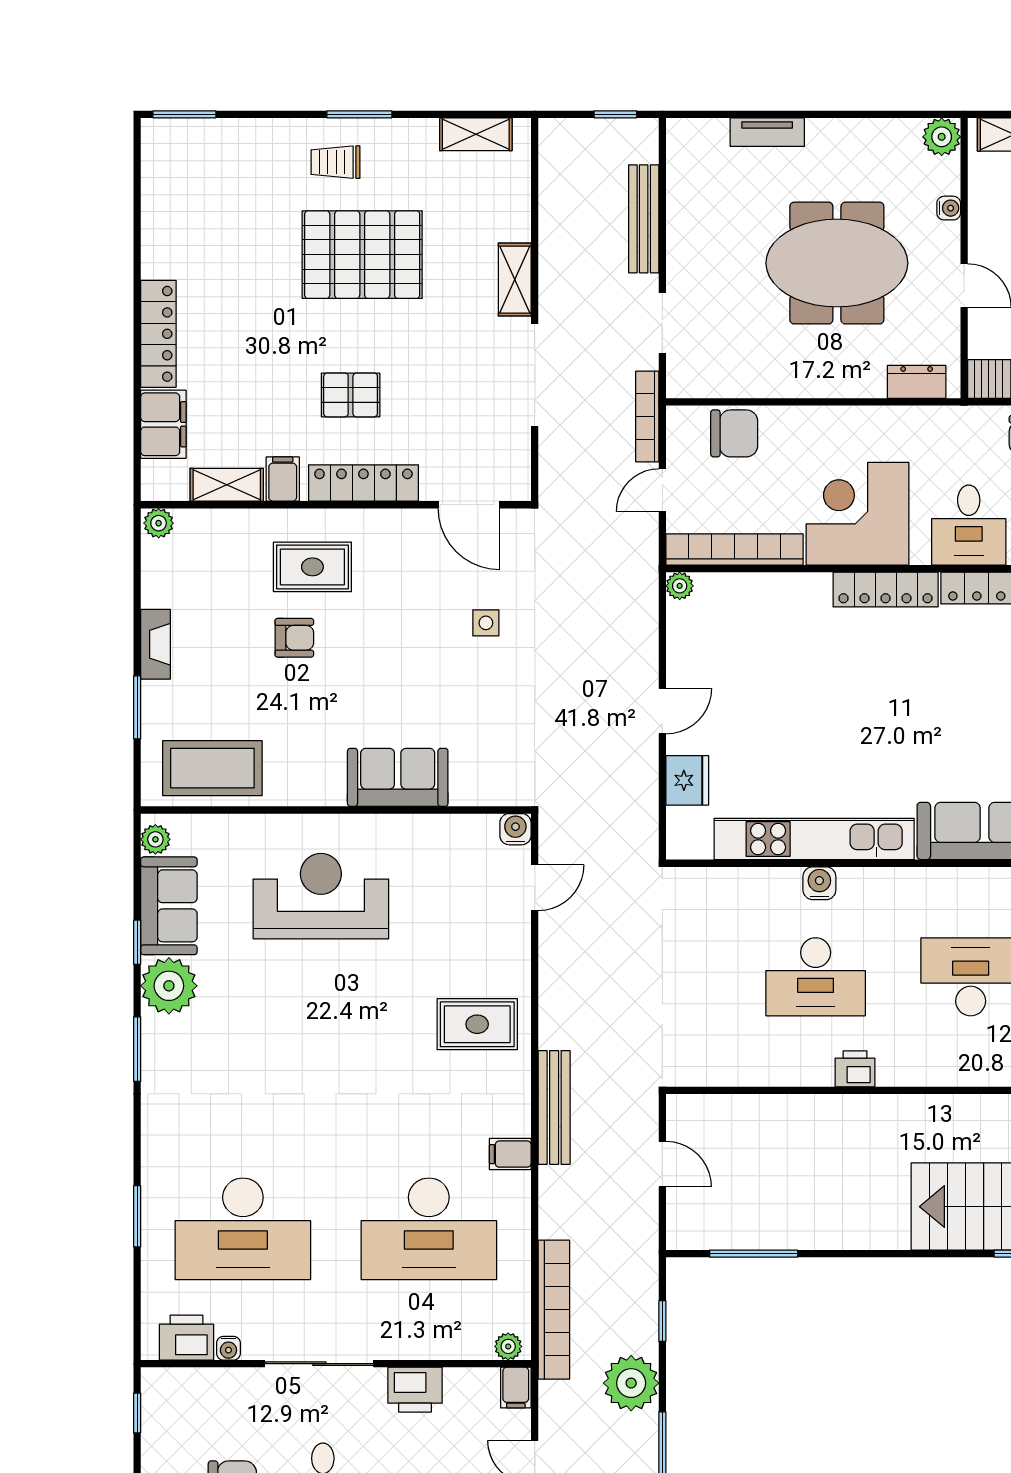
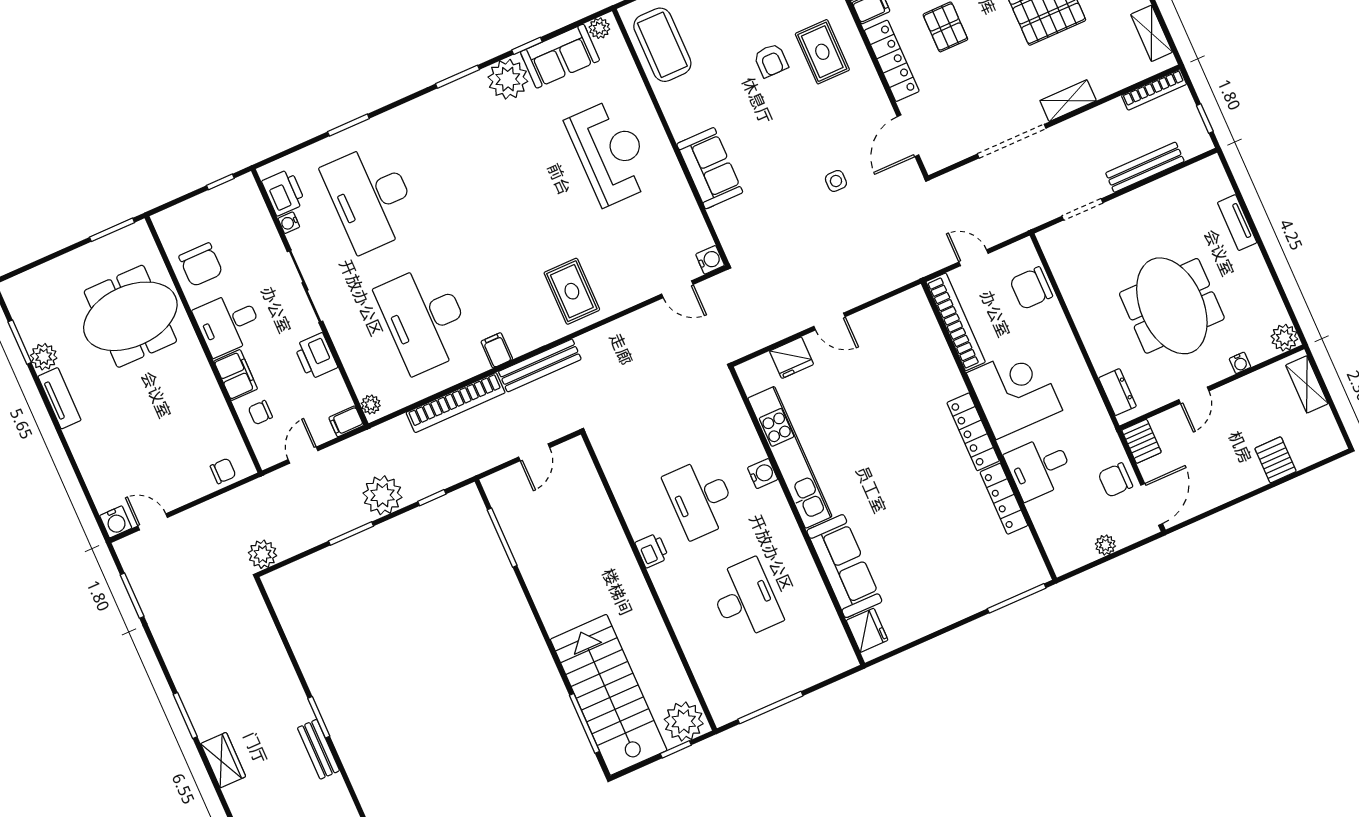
bookcase: (647, 417) -> (1154, 90), moved, turned 180
chair: (734, 433) -> (1031, 288), turned 90
plant: (680, 586) -> (916, 297), removed
bookcase: (554, 1310) -> (456, 403), moved

